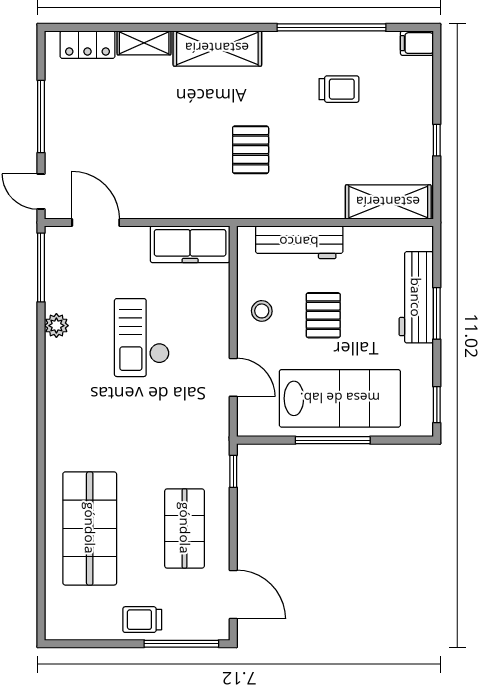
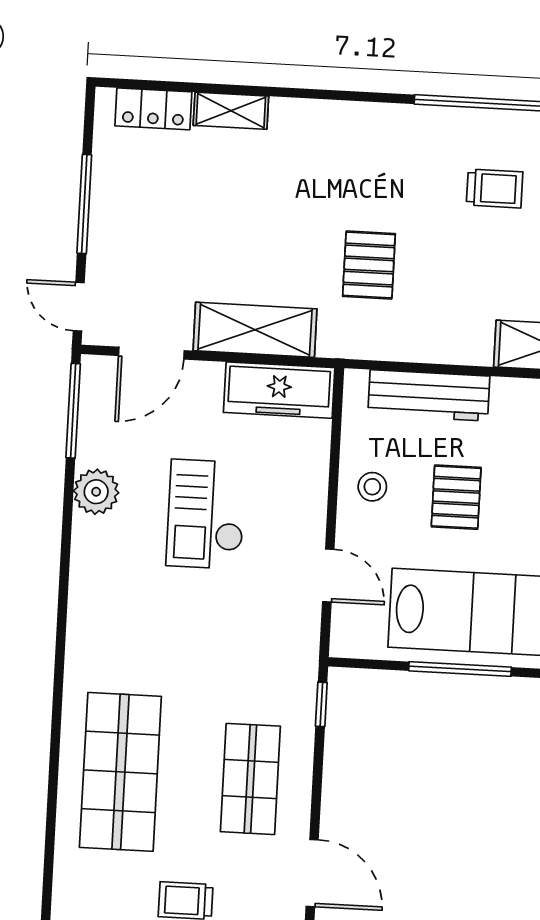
shelving: (217, 48) -> (255, 330), moved
door: (96, 222) -> (151, 353), swing flipped
plant: (56, 326) -> (96, 492), width x1.38, depth x1.38

